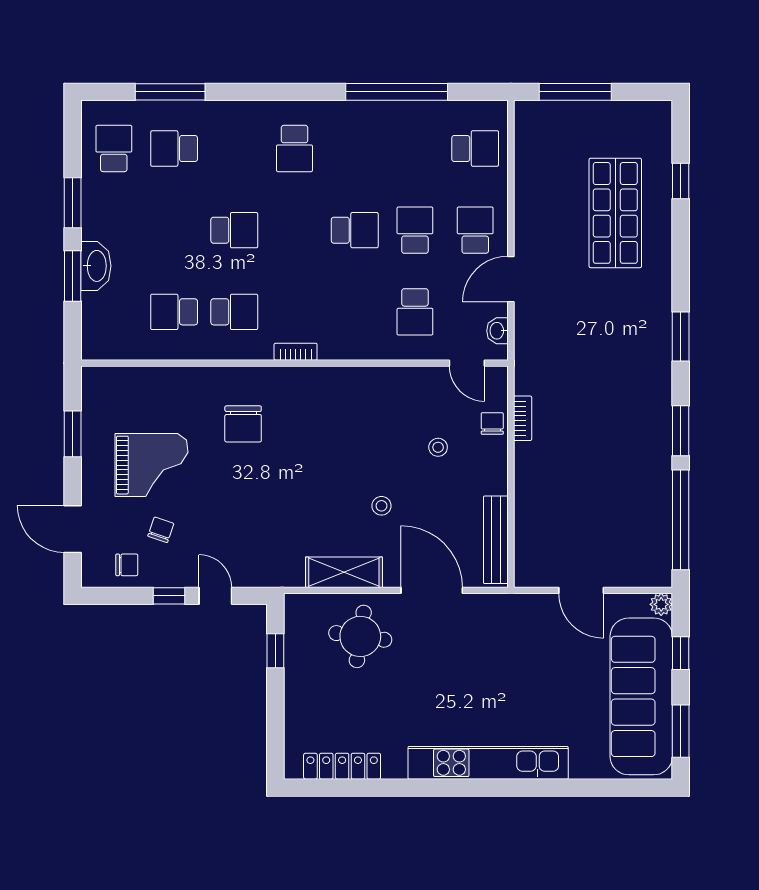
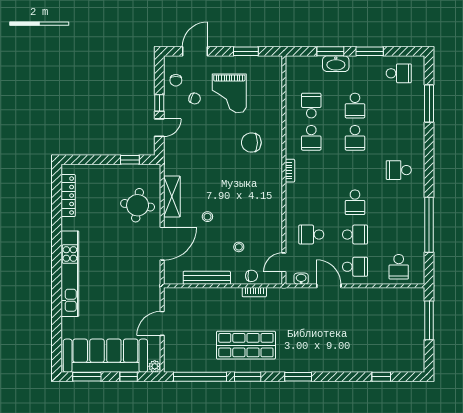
school desk: (174, 148) -> (355, 106), moved, turned 180
shop shelf: (615, 213) -> (246, 345), moved
bench: (496, 540) -> (207, 278), moved

